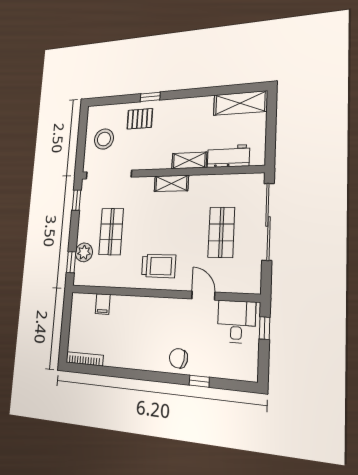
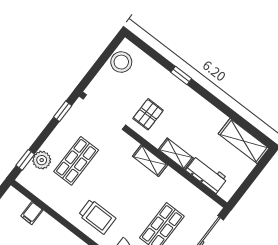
pallet: (140, 119) -> (148, 114), moved, turned 90
stool: (104, 139) -> (121, 62), moved

